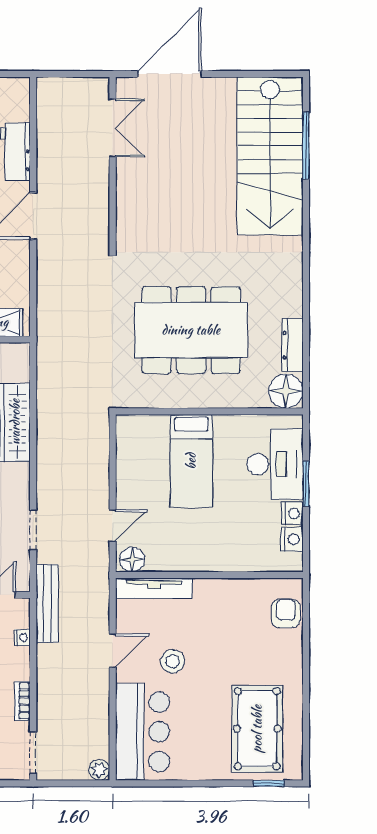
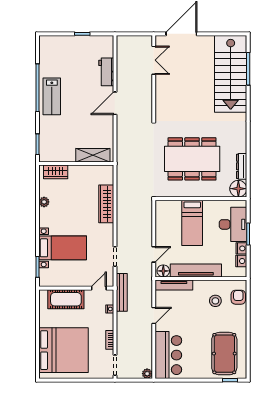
tv unit: (199, 559) -> (196, 271), added
stool: (173, 661) -> (215, 301), moved

